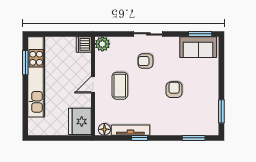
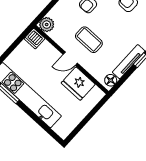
door: (93, 85) -> (70, 59), hinge flipped
fridge: (80, 121) -> (78, 84), moved

